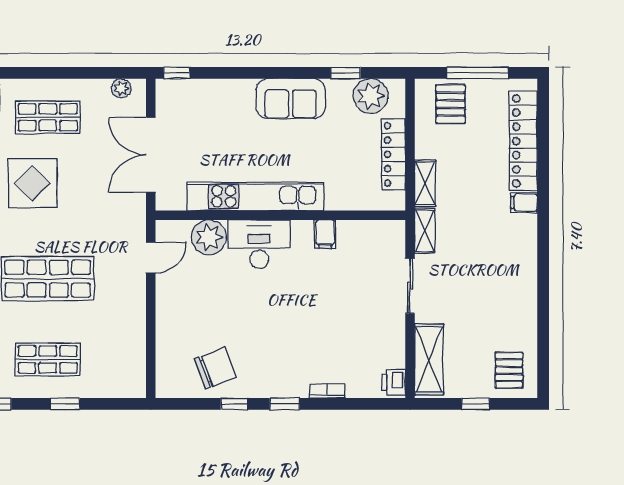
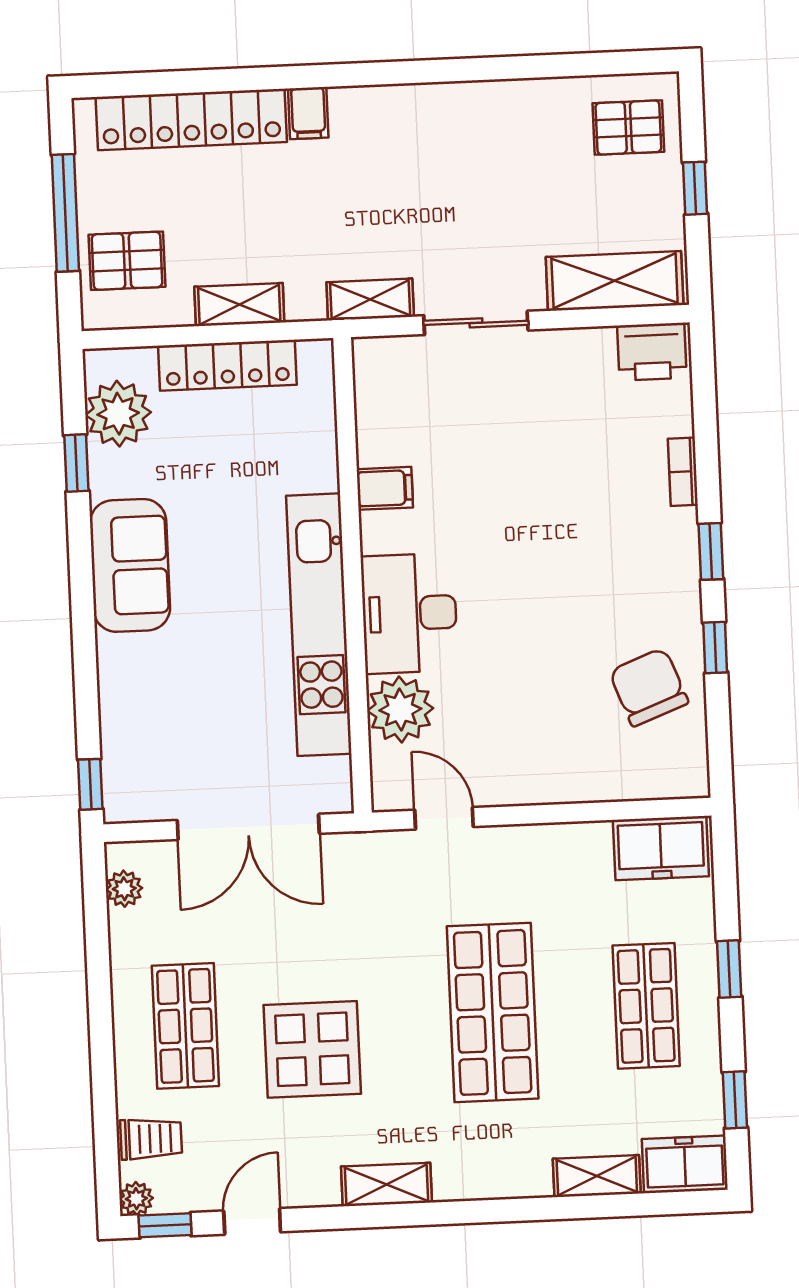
shelving: (425, 183) -> (239, 305), moved
freezer: (130, 371) -> (661, 848), added
printer: (394, 382) -> (652, 352), width x1.36, depth x1.24

